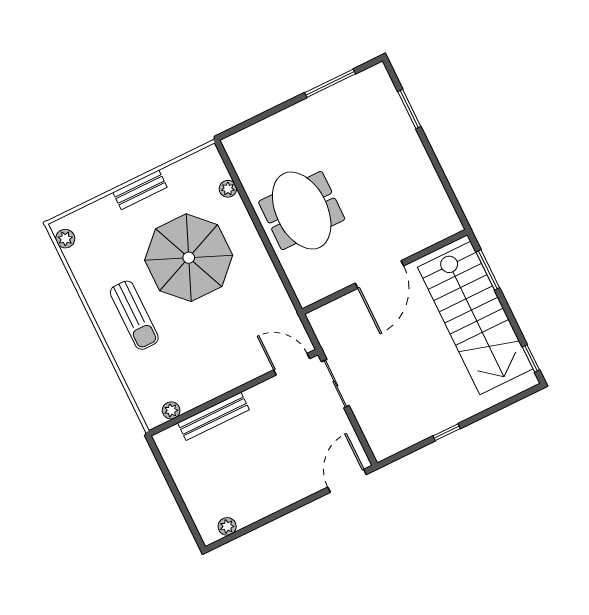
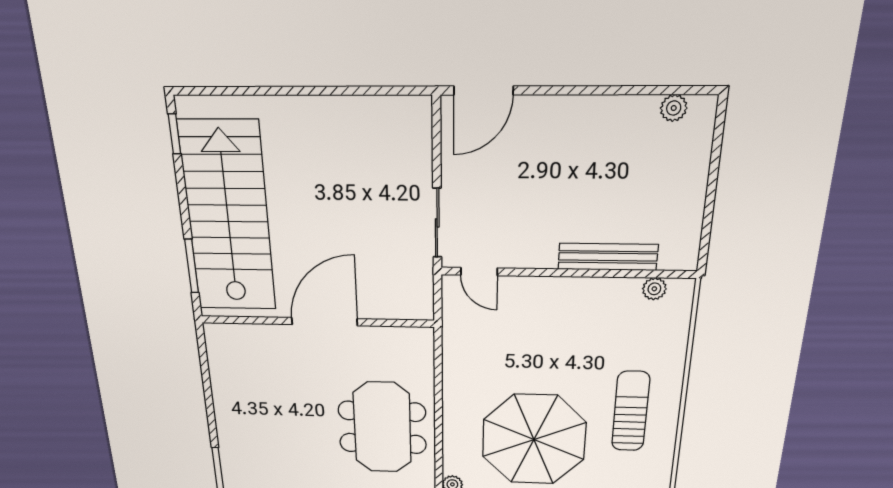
door: (292, 364) -> (479, 272), width x0.73
window: (447, 432) -> (322, 91), removed

